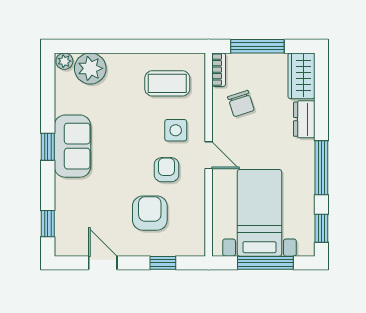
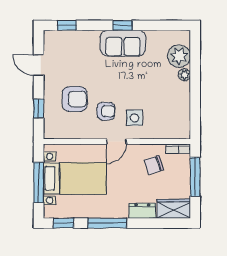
plant: (64, 61) -> (184, 75), moved
coffee table: (167, 83) -> (168, 112), removed
door: (103, 263) -> (39, 65), swing flipped

